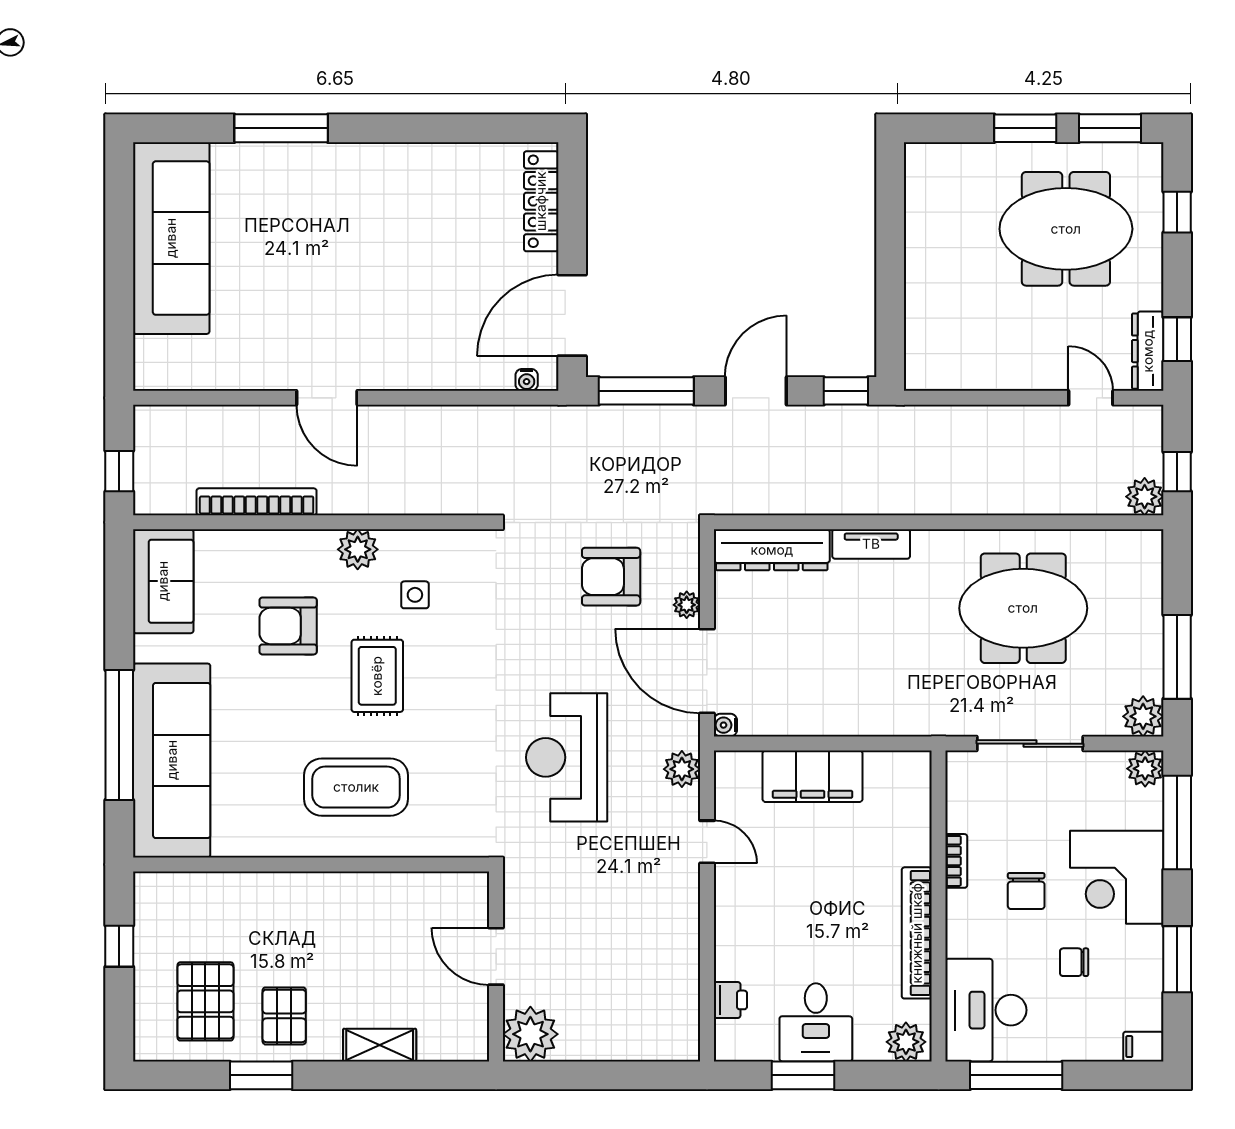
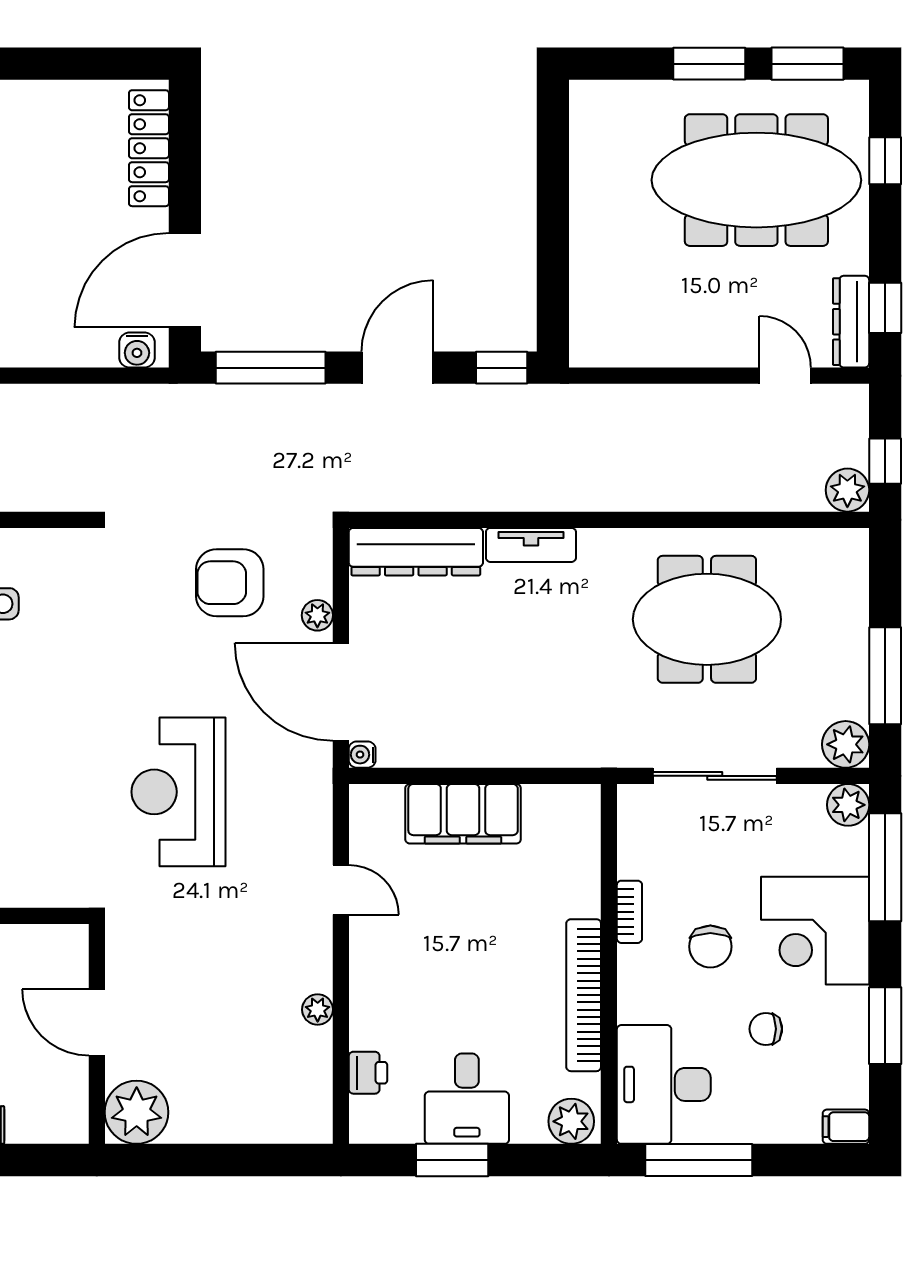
meeting table: (1066, 229) -> (756, 180), width x1.36
water cooler: (527, 380) -> (137, 350), width x1.38, depth x1.38
plant: (682, 769) -> (318, 1010), moved, width x0.73, depth x0.73

